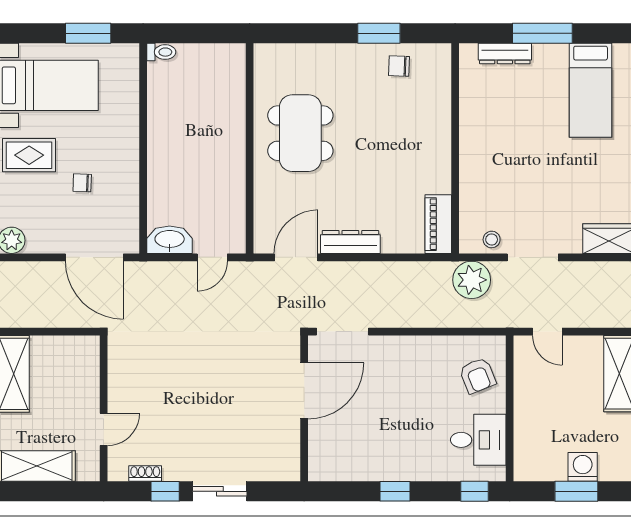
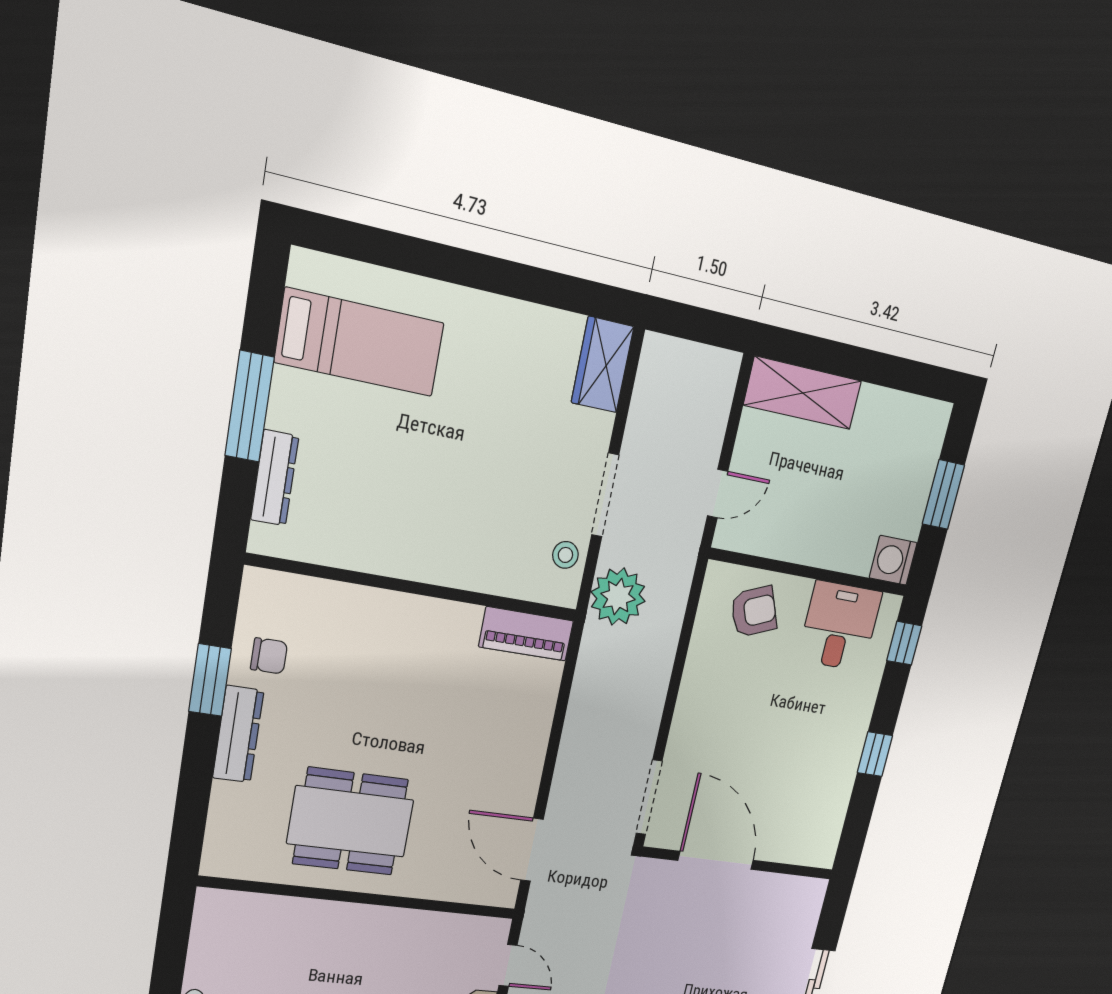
chair: (399, 66) -> (269, 656), turned -92
dresser: (350, 242) -> (238, 734), moved, turned 180
washing machine: (583, 467) -> (893, 560), moved

